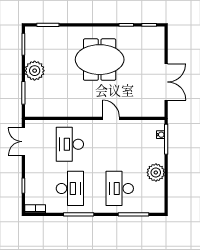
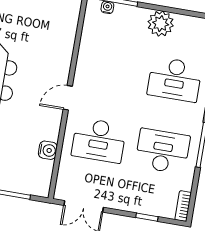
water cooler: (57, 111) -> (48, 150), added
door: (111, 118) -> (68, 98), moved

